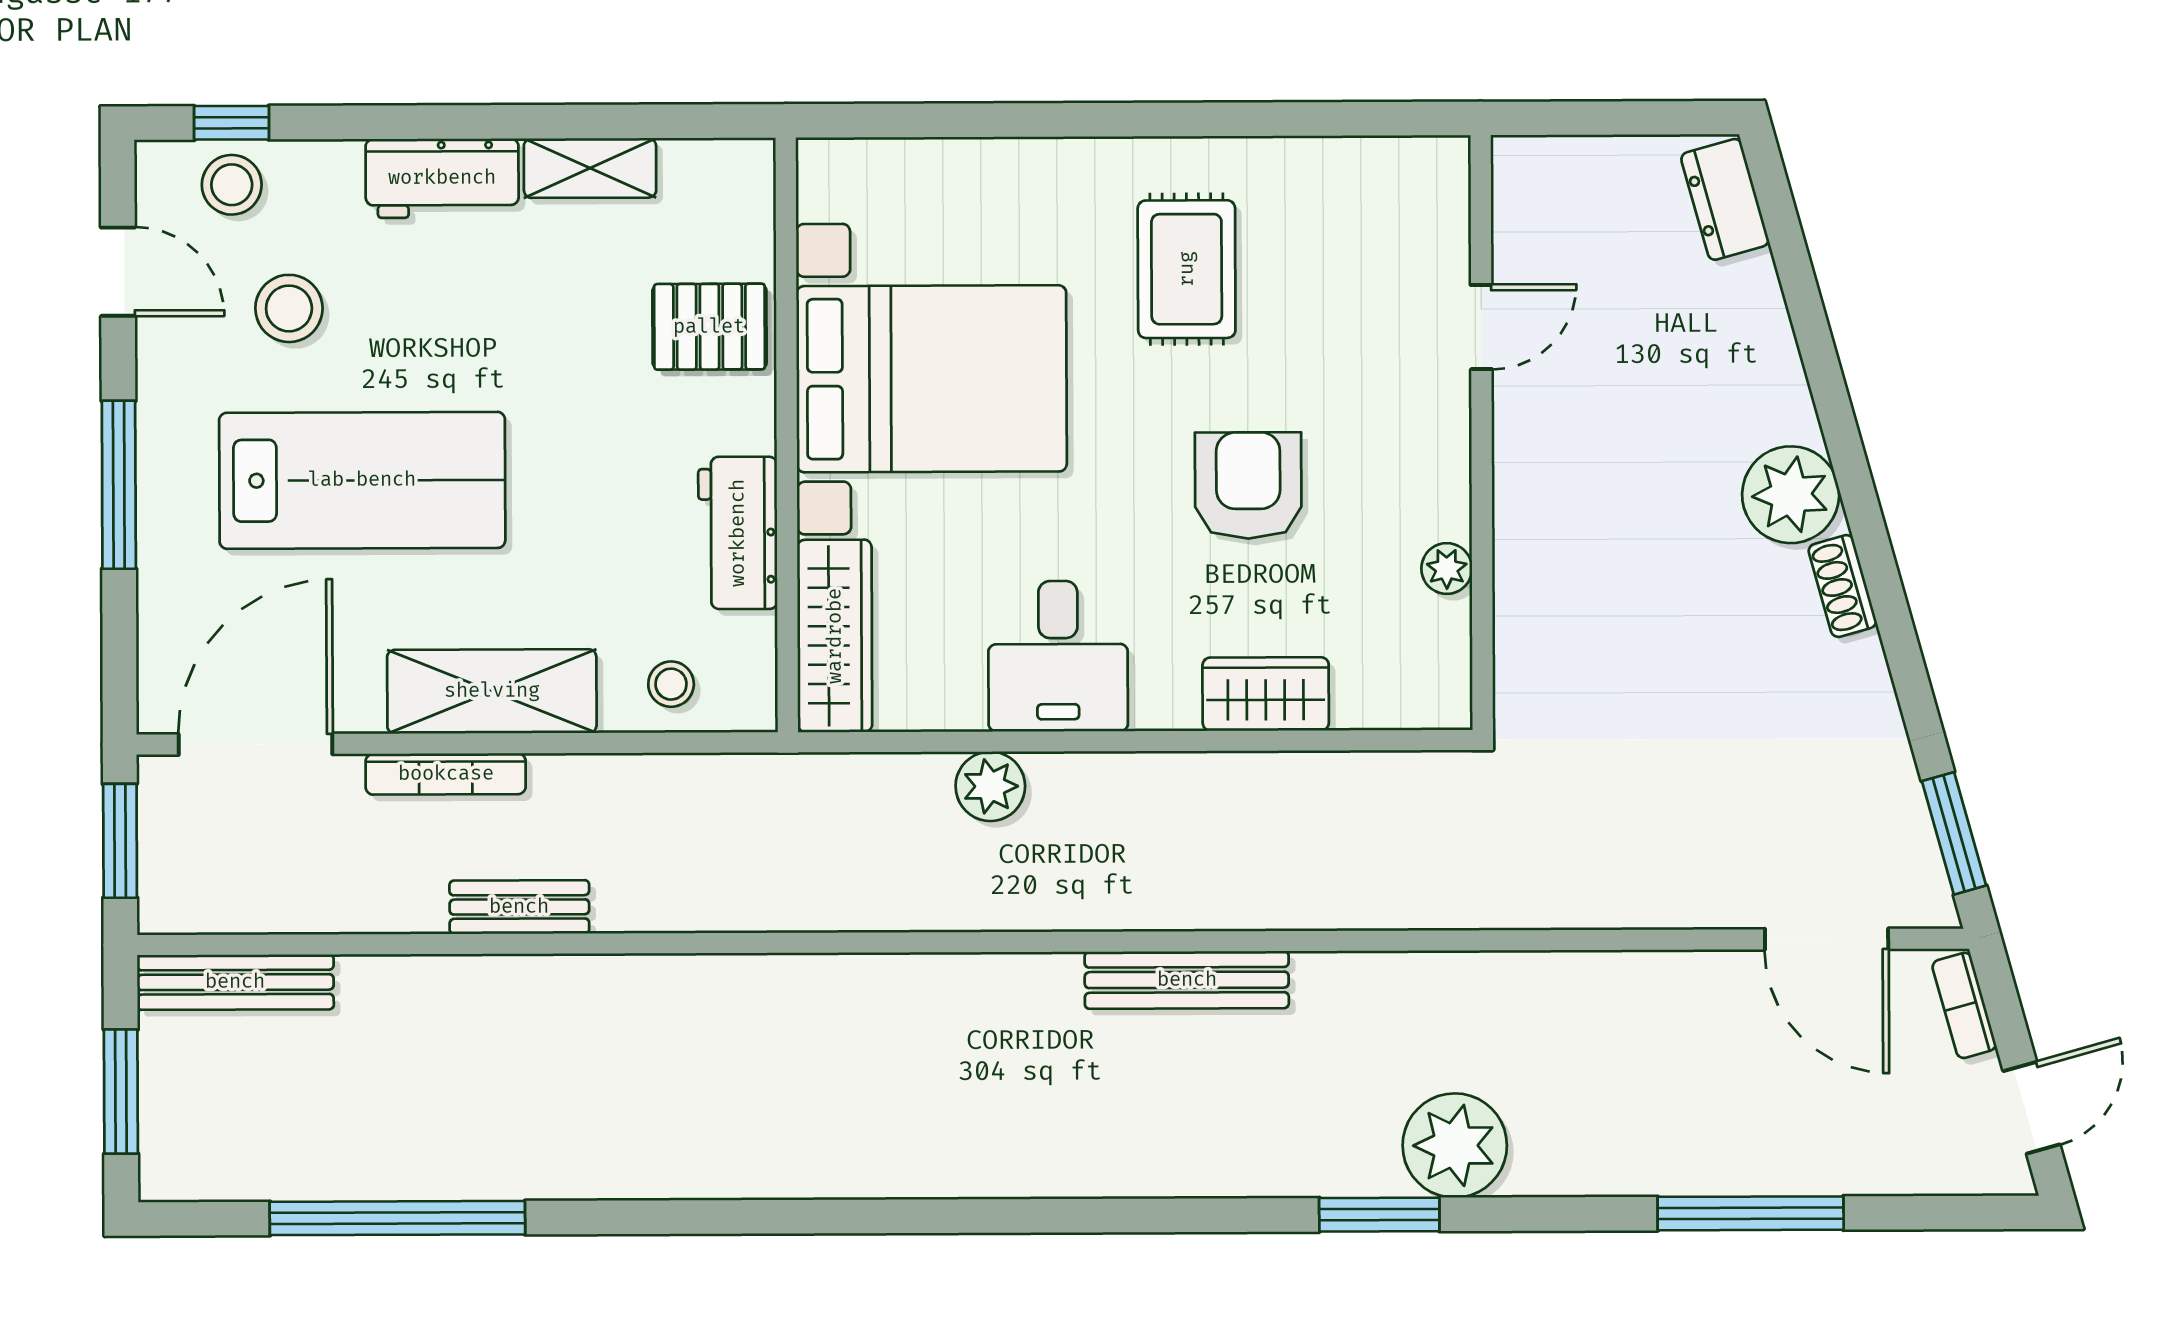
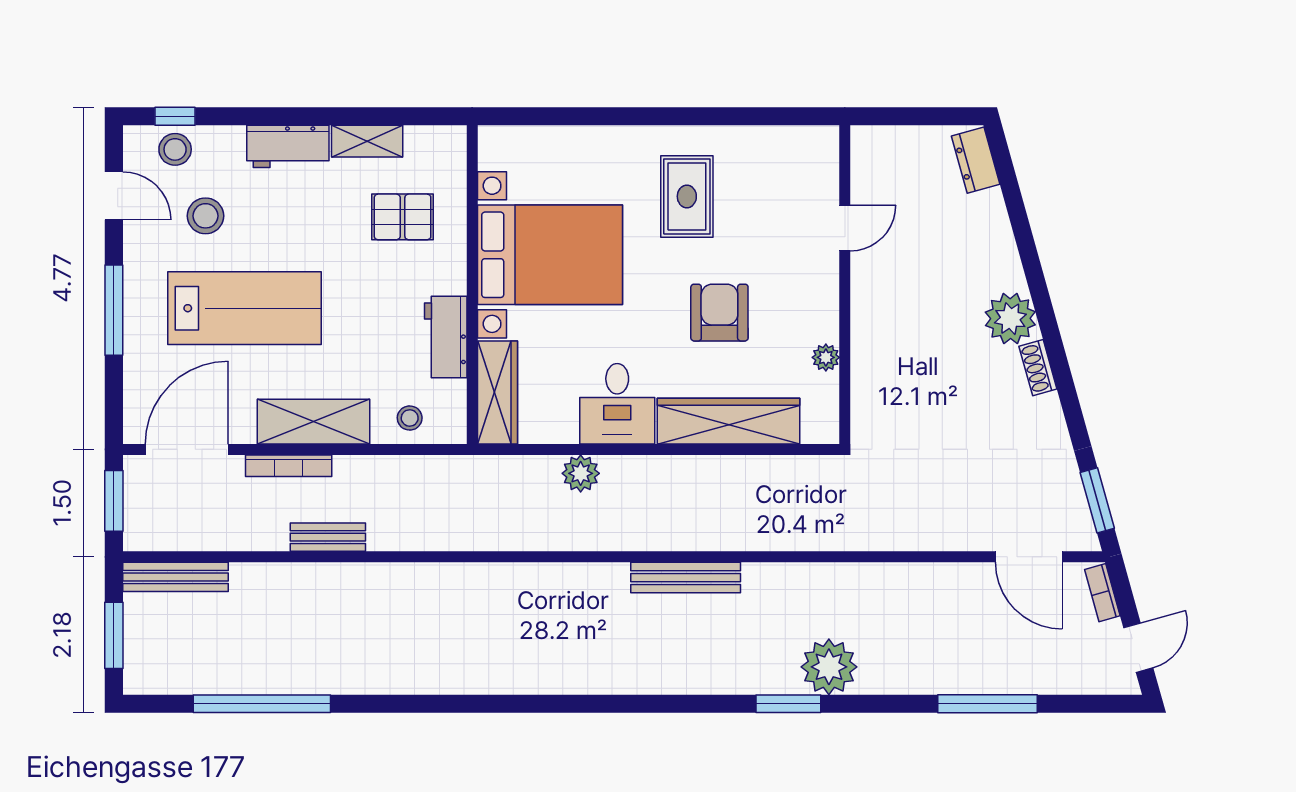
pallet: (709, 327) -> (403, 217), moved
wardrobe: (1266, 694) -> (728, 421), width x2.10, depth x1.17

